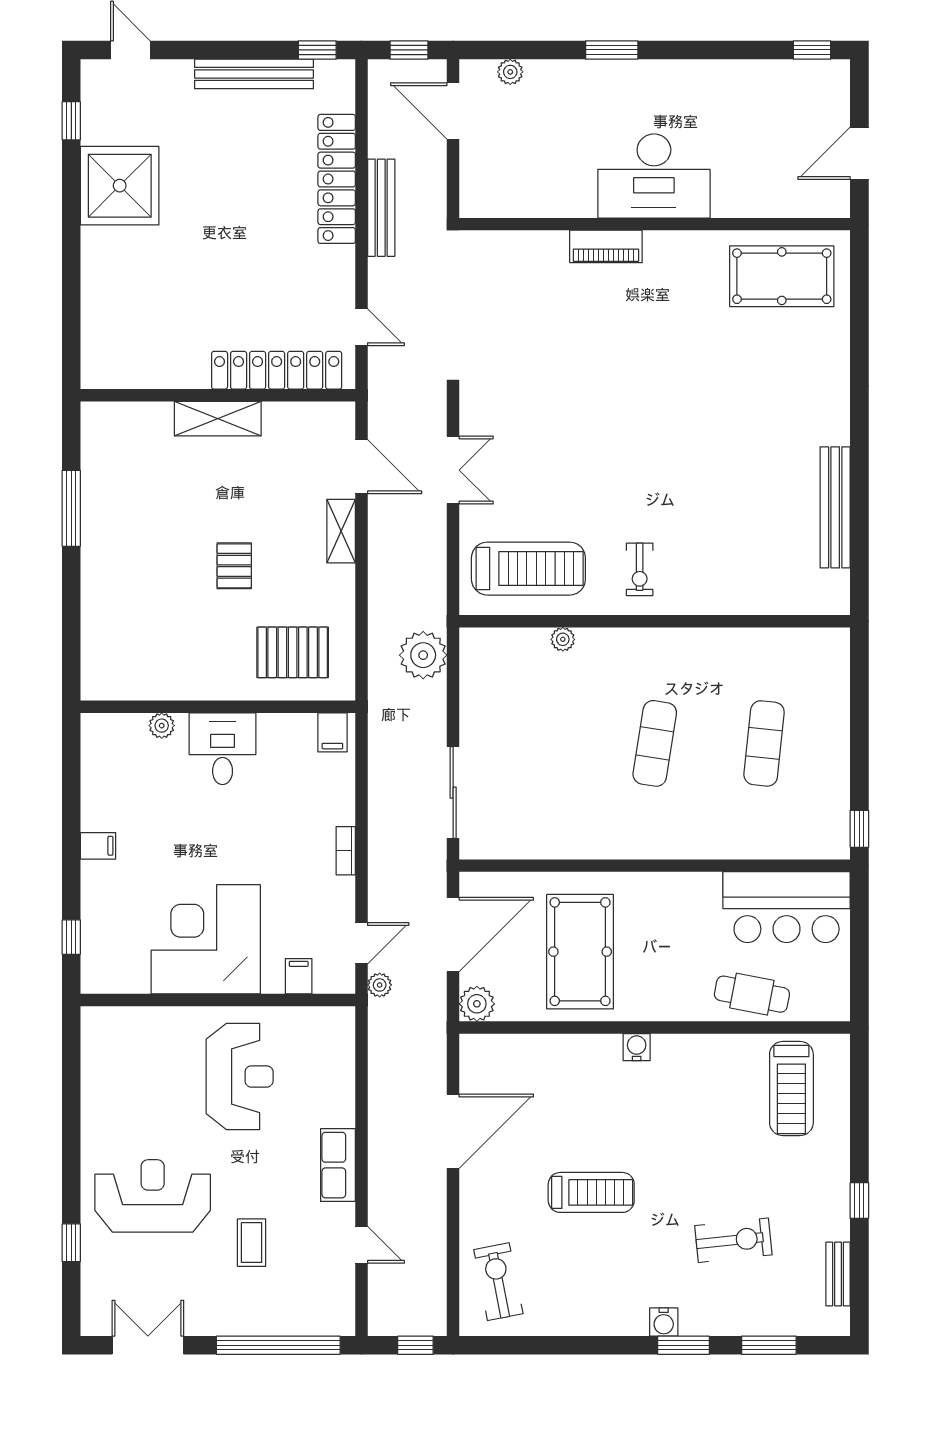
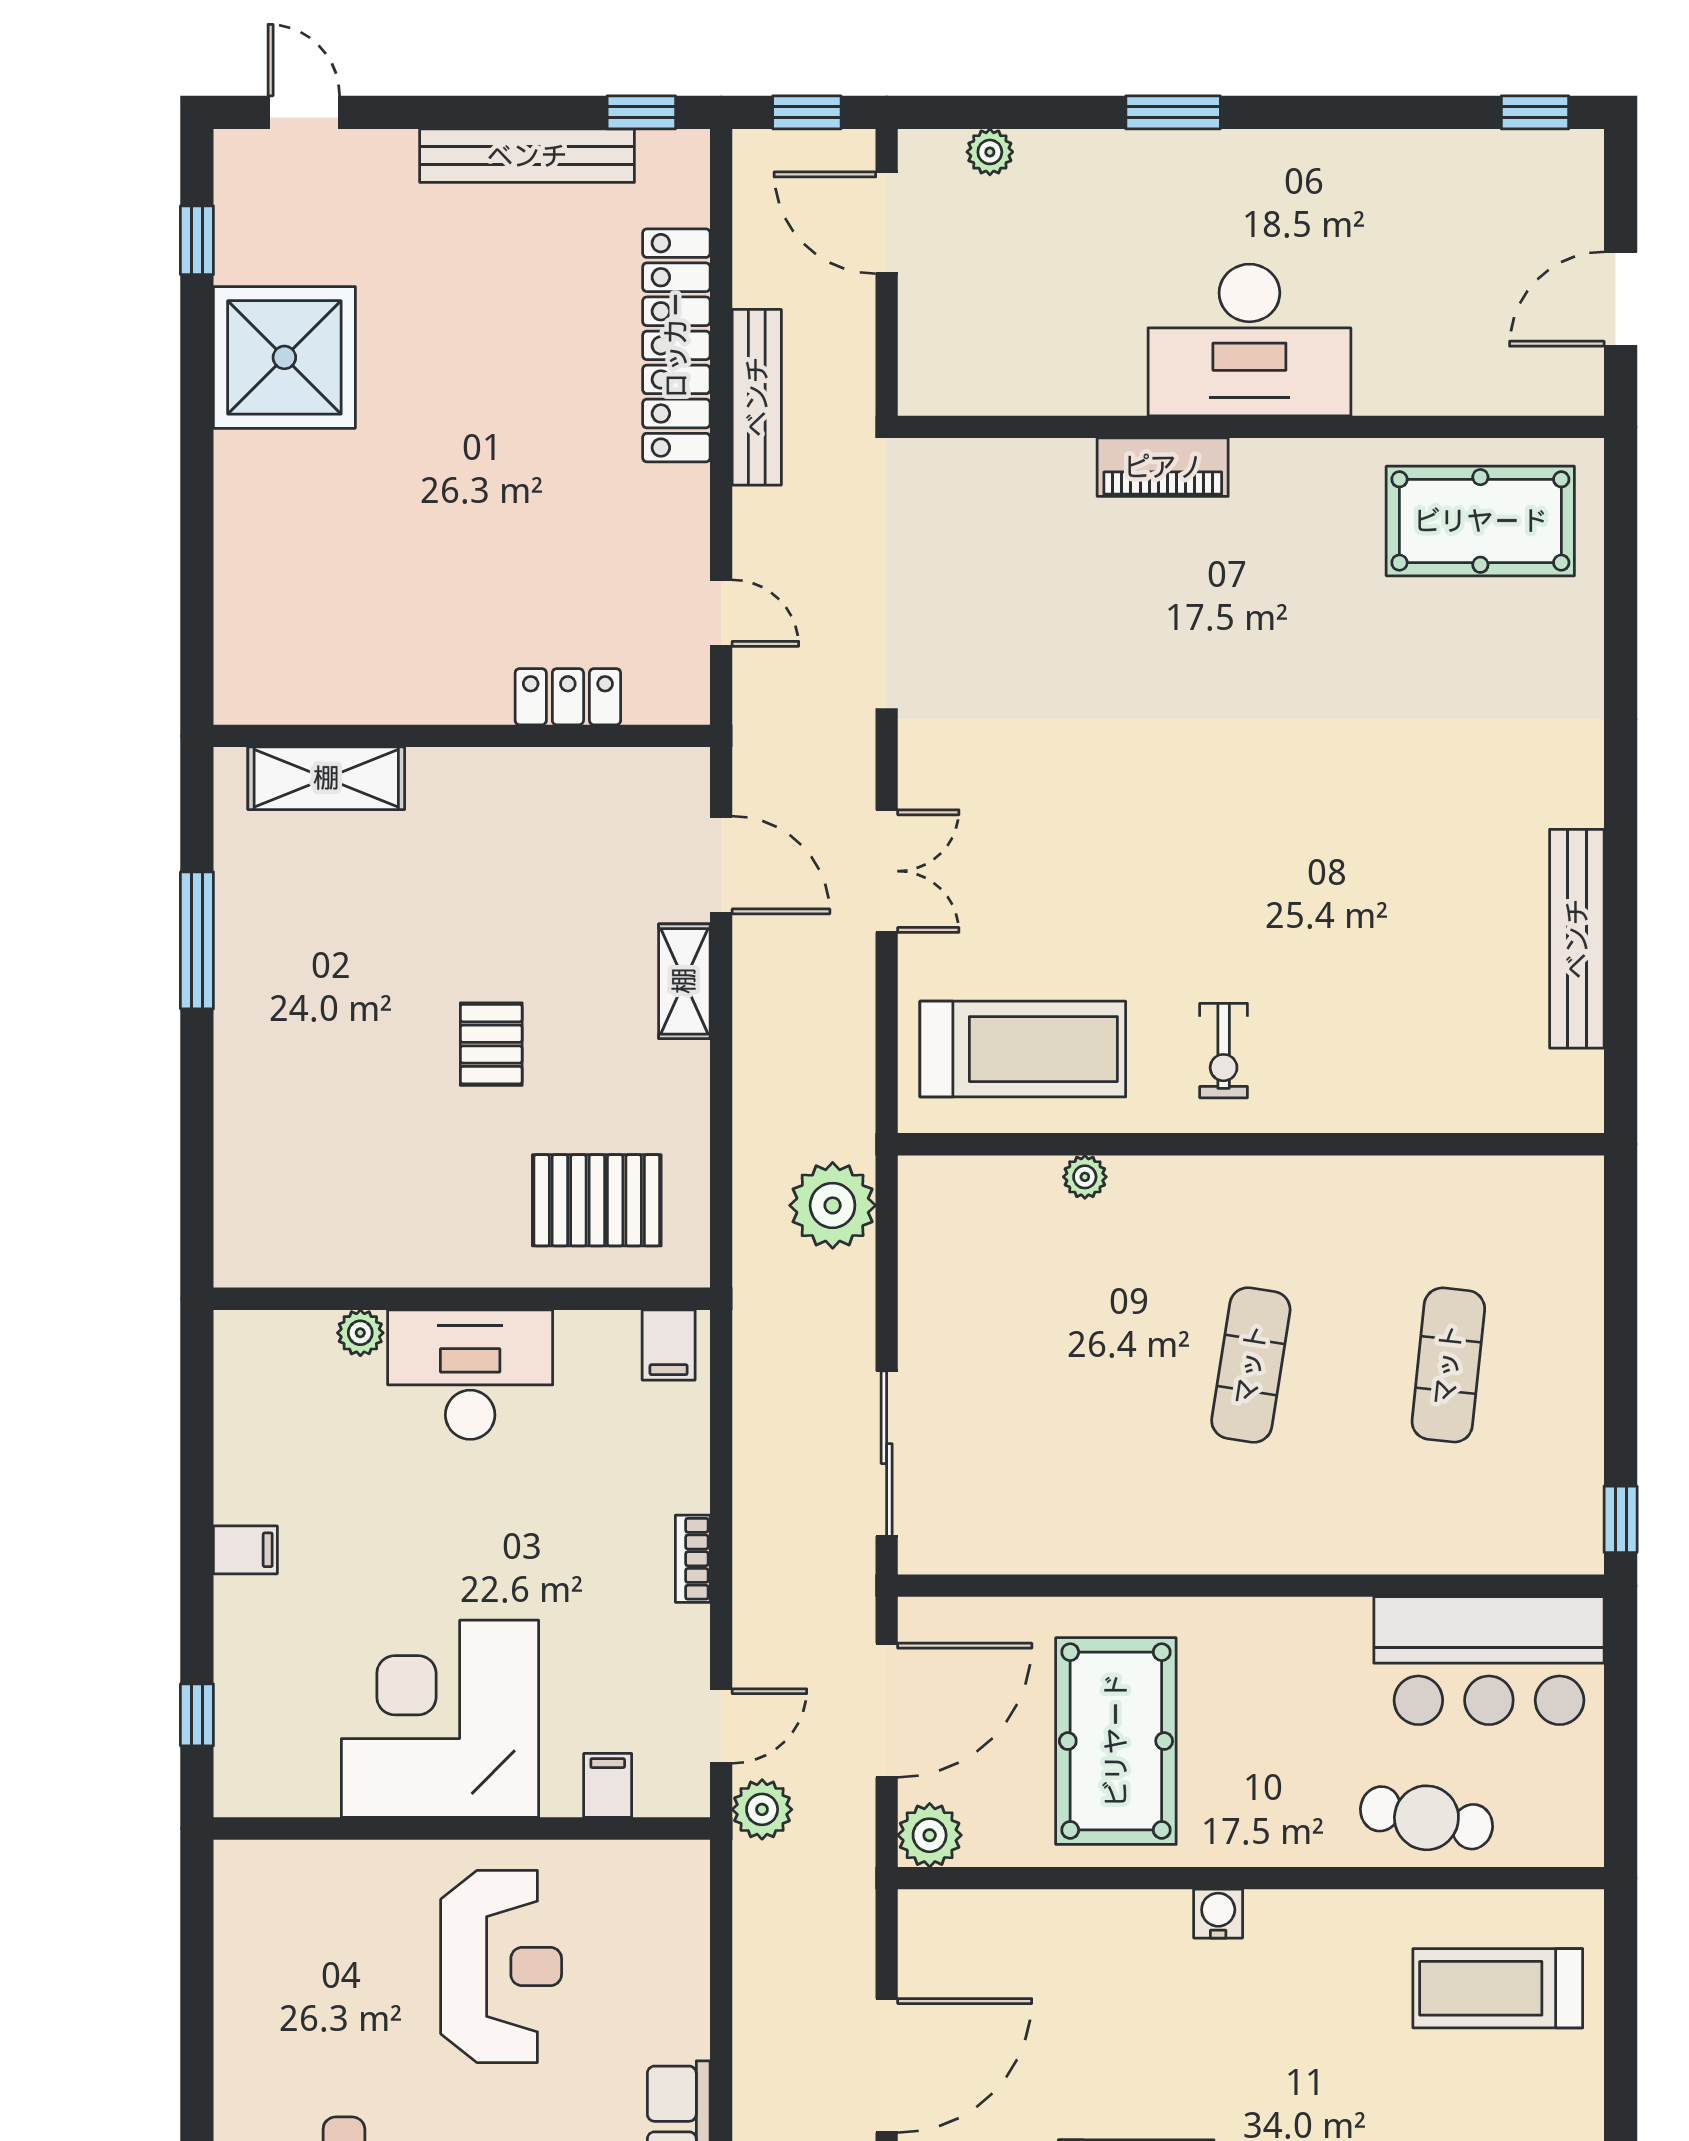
locker: (277, 370) -> (568, 697), width x0.46, depth x0.83
shelving: (218, 419) -> (326, 778), moved
desk: (223, 749) -> (470, 1375), width x1.37
plant: (380, 985) -> (762, 1809), width x1.38, depth x1.38
treadmill: (791, 1089) -> (1498, 1988), turned 90

